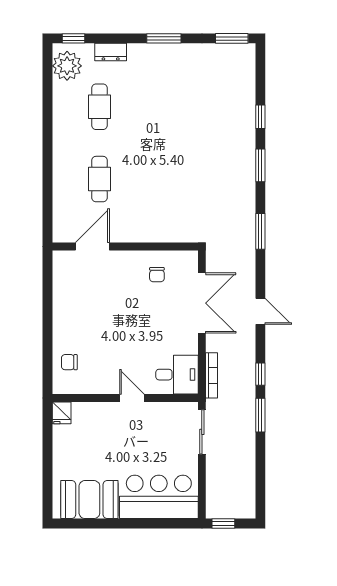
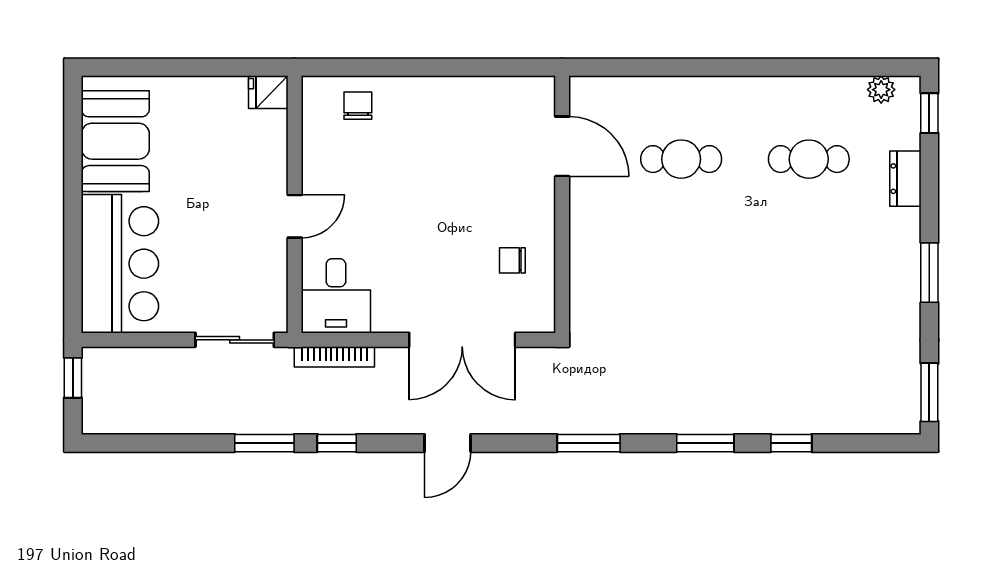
plant: (67, 66) -> (881, 90), width x0.53, depth x0.53

